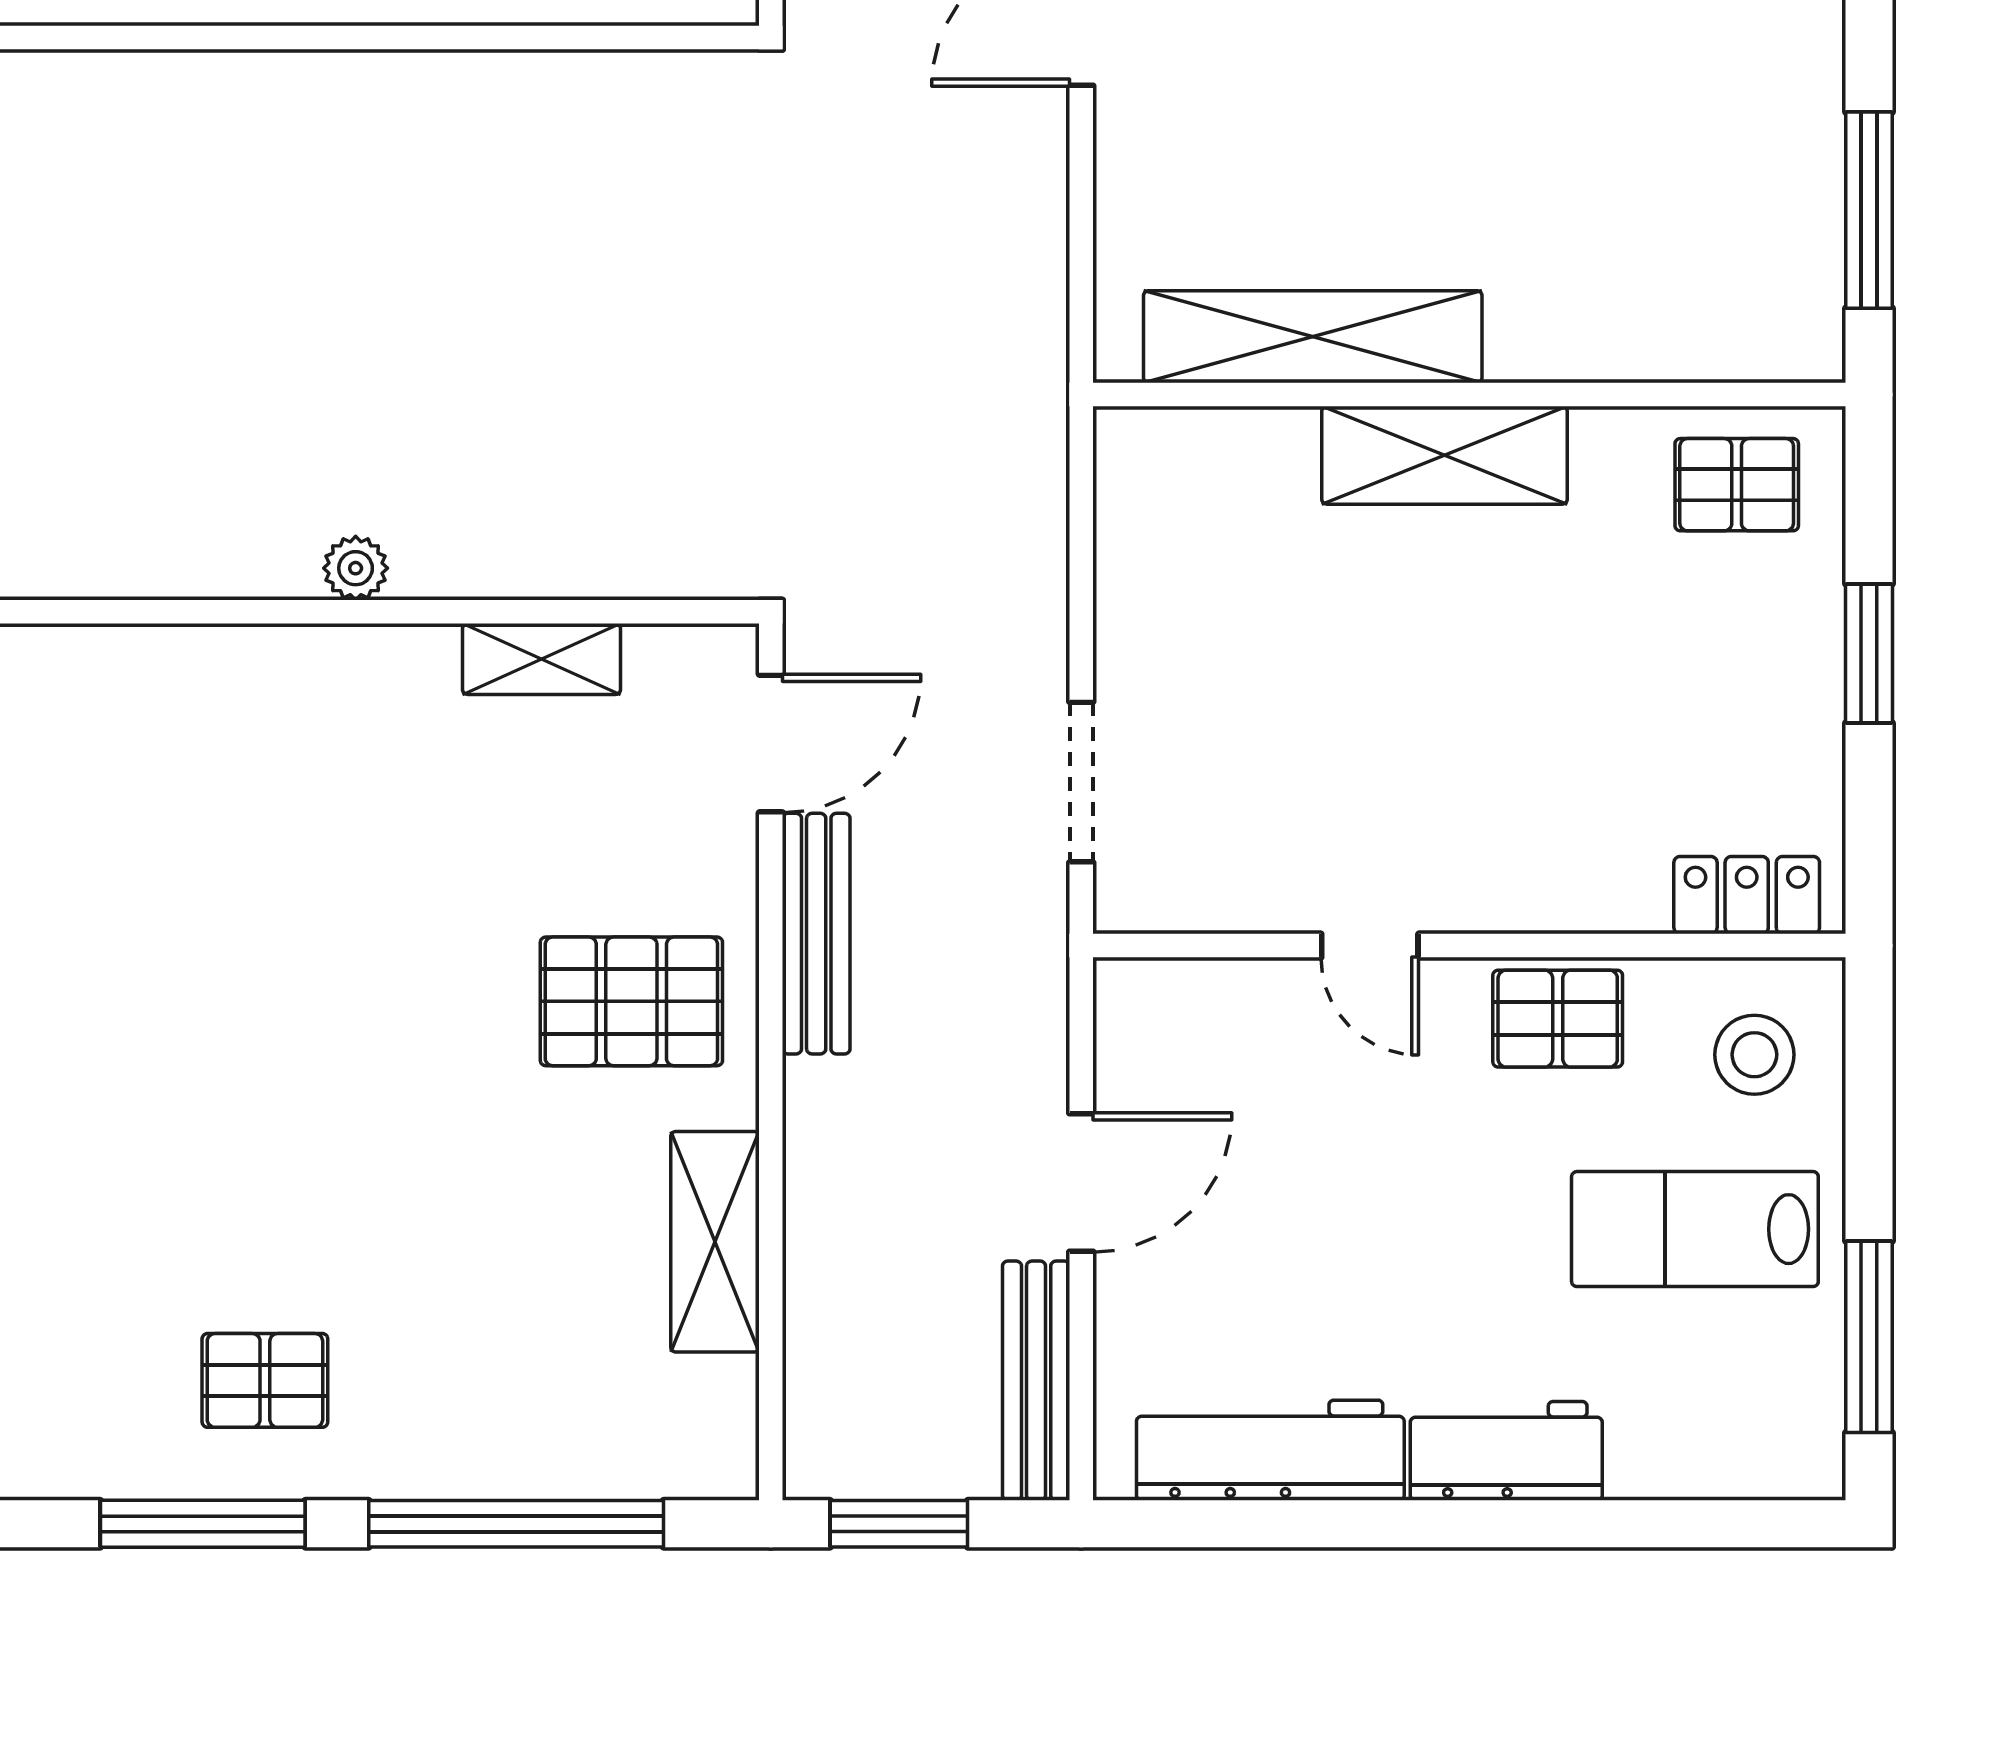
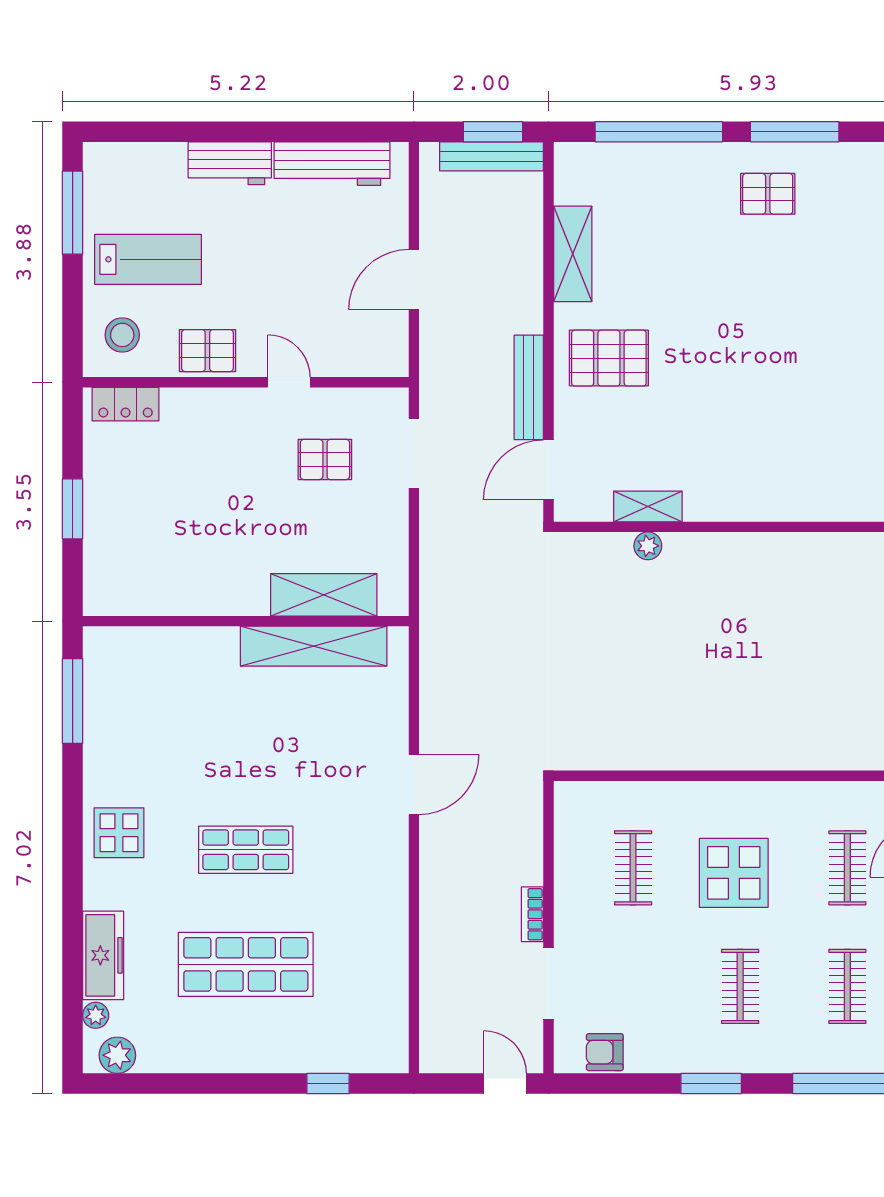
shelving: (1445, 455) -> (324, 595), moved
pallet: (1737, 485) -> (325, 459), moved
plant: (356, 568) -> (648, 546), moved
bench: (1036, 1381) -> (492, 156), moved, turned 90

